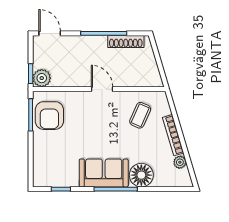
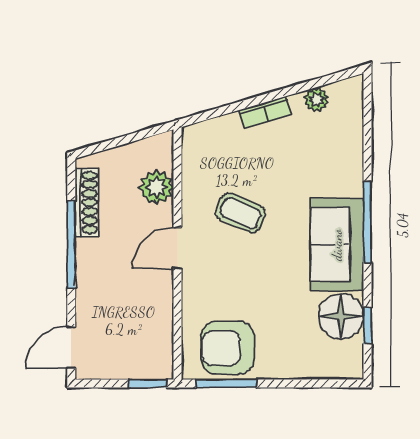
plant: (42, 78) -> (156, 187), moved
coffee table: (140, 115) -> (241, 213), moved
armchair: (49, 116) -> (228, 348), turned 180
bookcase: (173, 135) -> (265, 112), width x0.64
floor lamp: (141, 175) -> (341, 316), moved

